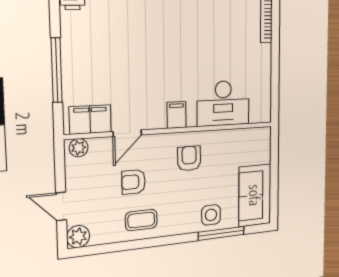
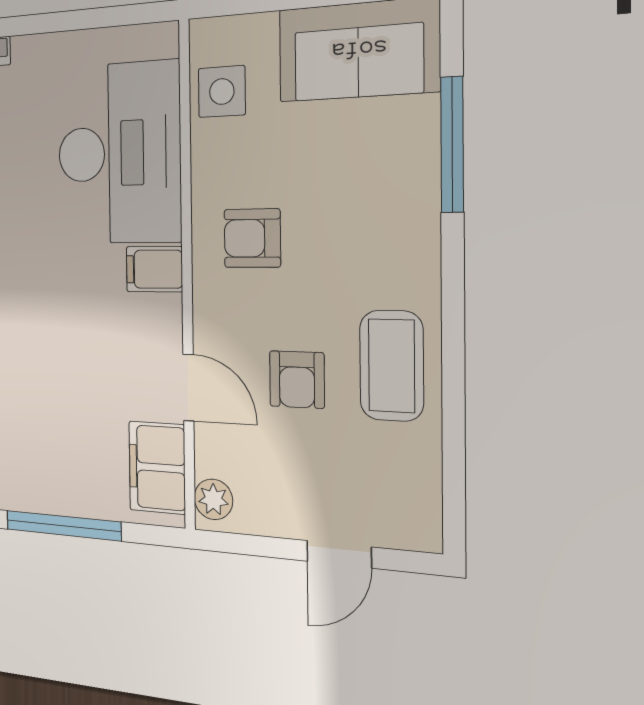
desk: (223, 103) -> (119, 153), width x1.36, depth x1.30
side table: (211, 215) -> (222, 92), moved
coffee table: (141, 220) -> (391, 366), width x1.36, depth x1.30
plant: (78, 237) -> (415, 524), removed

